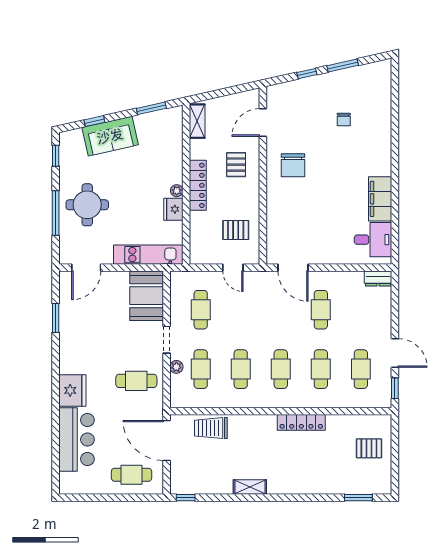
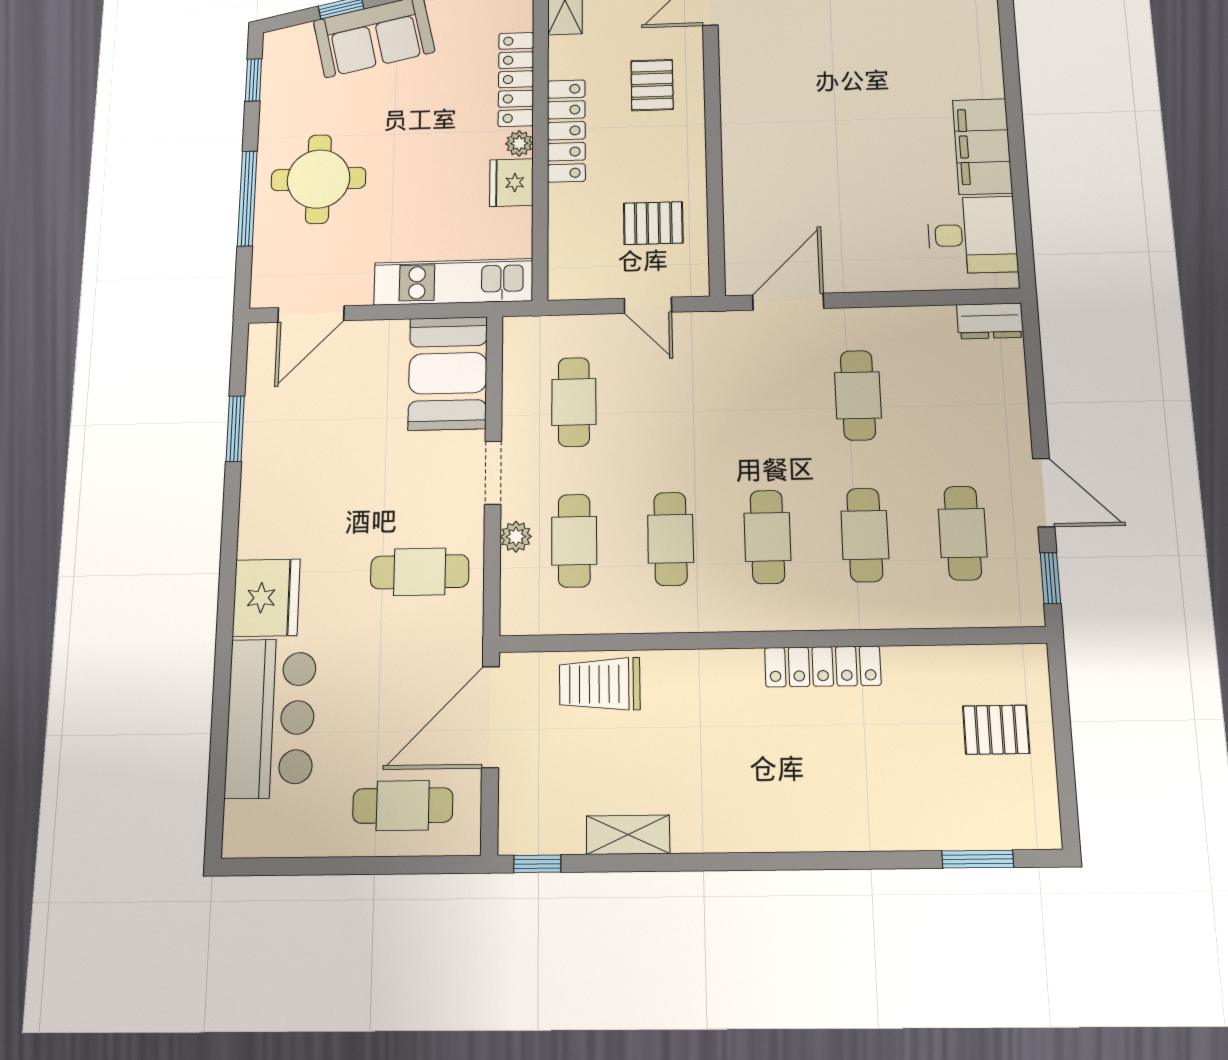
locker: (175, 160) -> (516, 79), added
chair: (293, 165) -> (780, 82), removed
door: (293, 268) -> (788, 302), swing flipped
door: (167, 440) -> (491, 717), hinge flipped
shelving: (250, 487) -> (628, 835), moved

